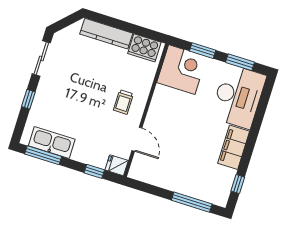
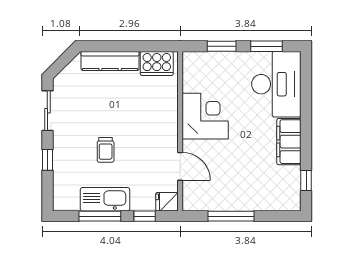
corner desk: (182, 70) -> (205, 116), moved
trolley: (123, 102) -> (106, 150), moved
kitchen sink: (52, 143) -> (105, 199), moved
window: (43, 155) -> (100, 216), moved
window: (192, 202) -> (231, 216), moved

